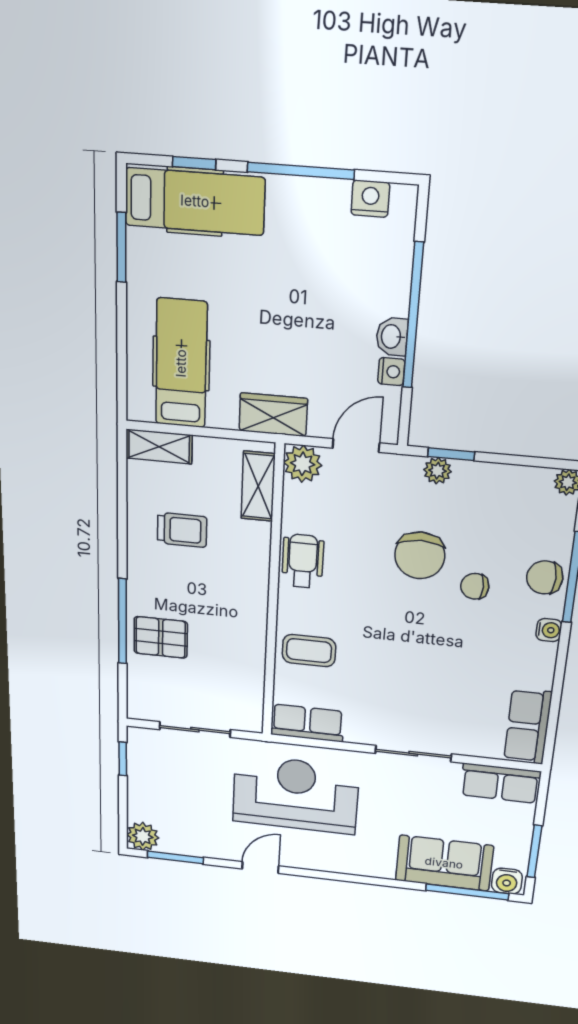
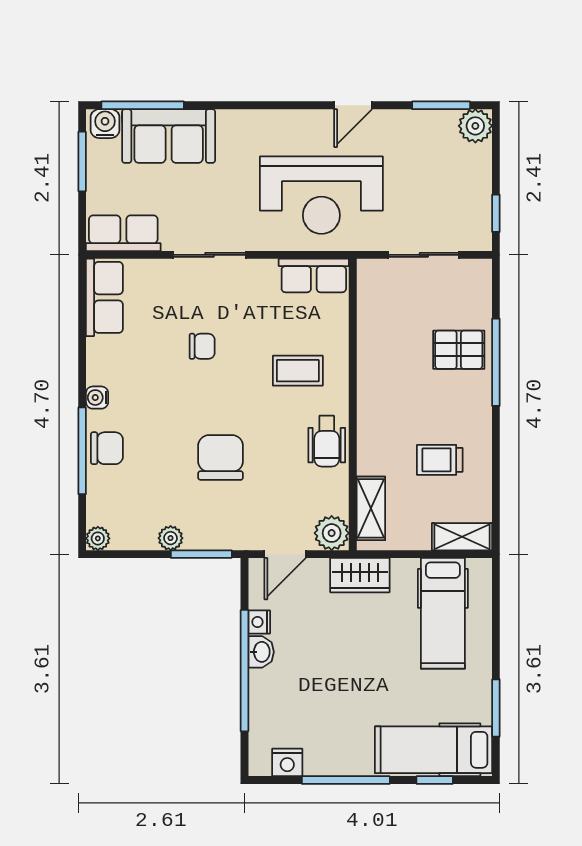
window: (451, 454) -> (201, 554), width x1.50
plant: (437, 471) -> (171, 538), moved
chair: (475, 586) -> (202, 346), moved
coffee table: (309, 651) -> (298, 371), moved

